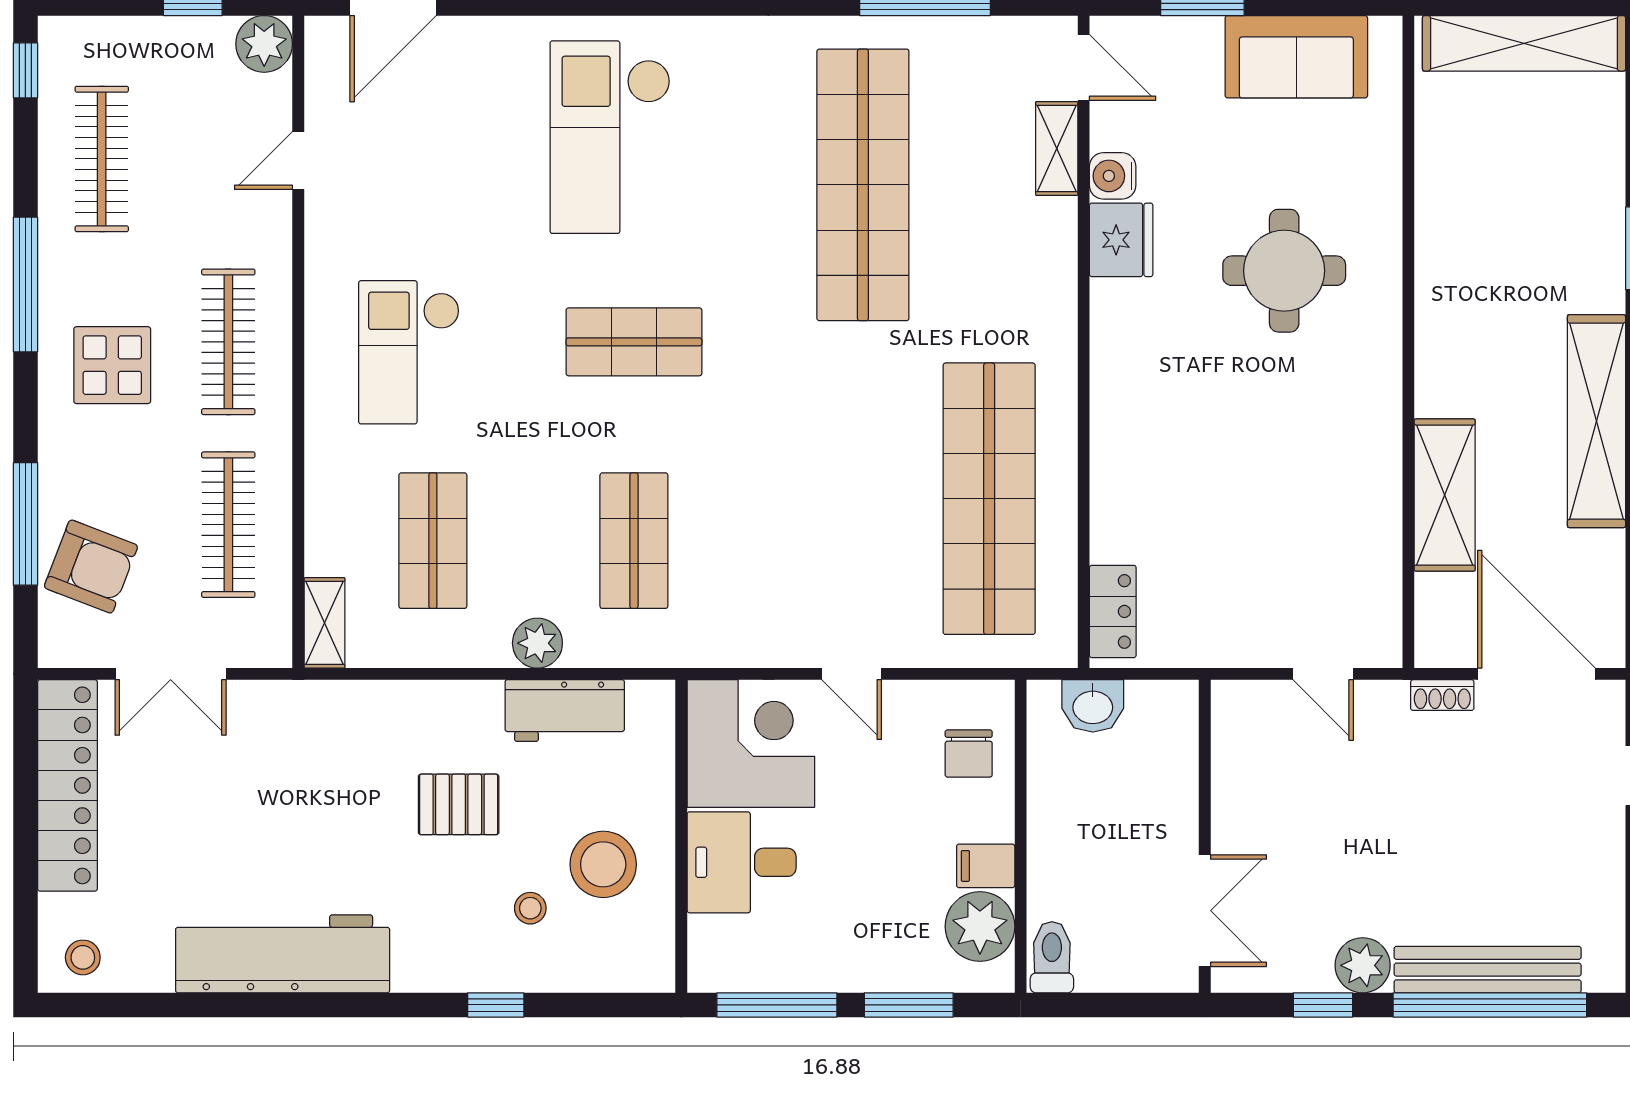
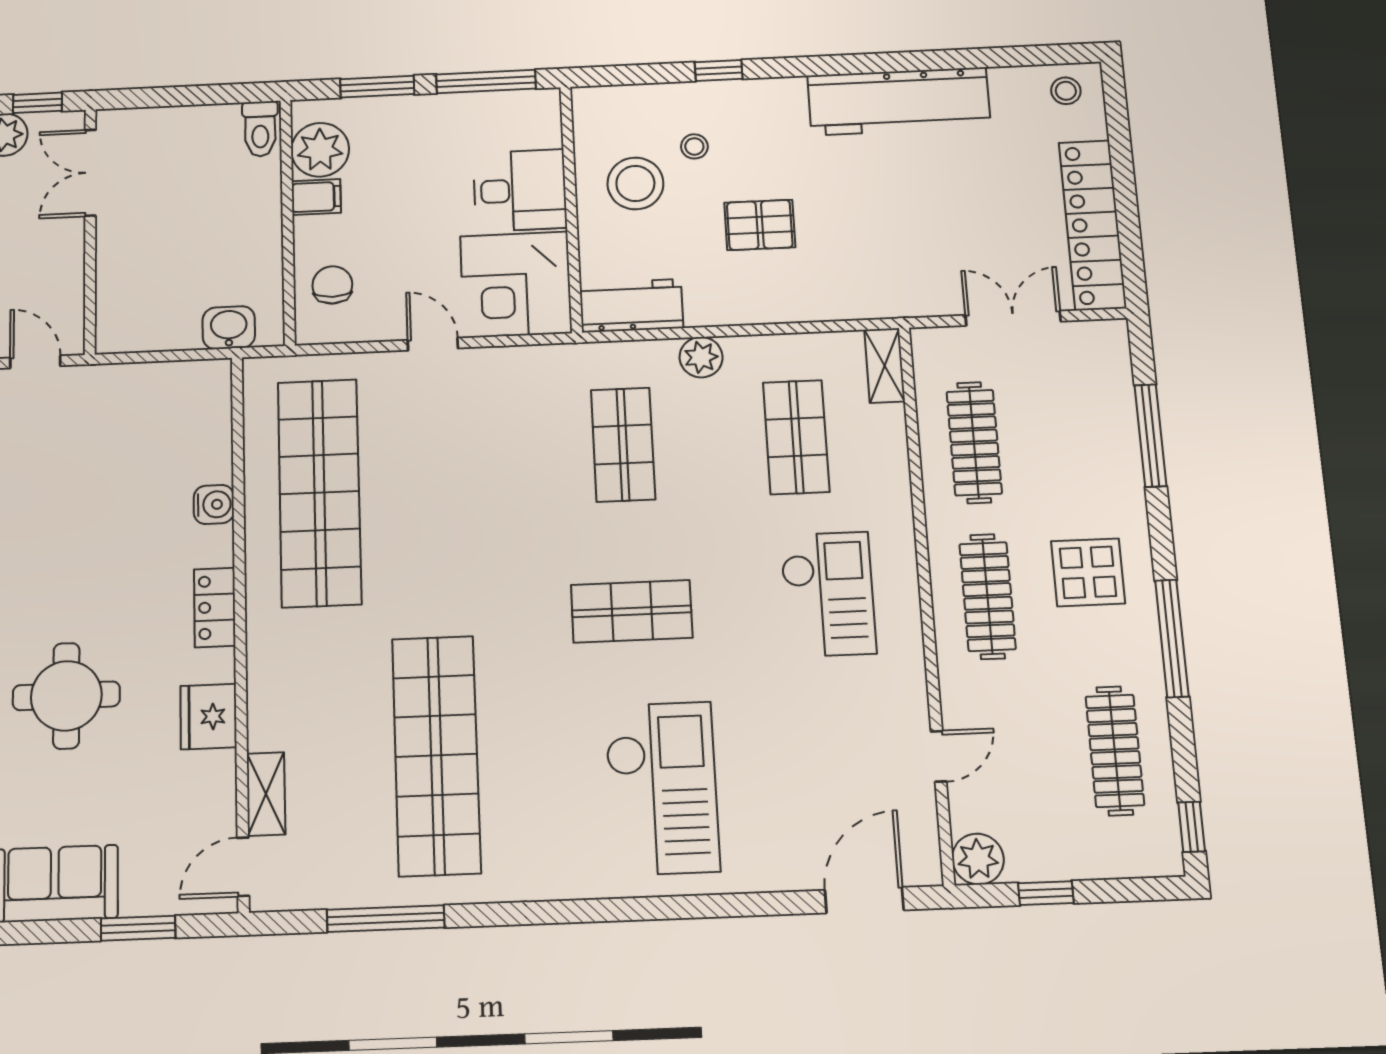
door: (1084, 67) -> (243, 867), hinge flipped
water cooler: (1113, 176) -> (214, 504), moved
armchair: (91, 567) -> (1090, 403), removed
locker: (1113, 611) -> (215, 607), moved
workbench: (565, 711) -> (631, 306), moved
wall: (1205, 836) -> (90, 231), moved
double door: (1205, 911) -> (90, 173), moved

